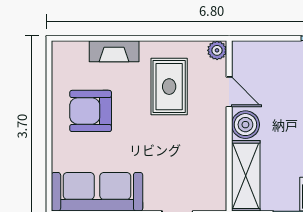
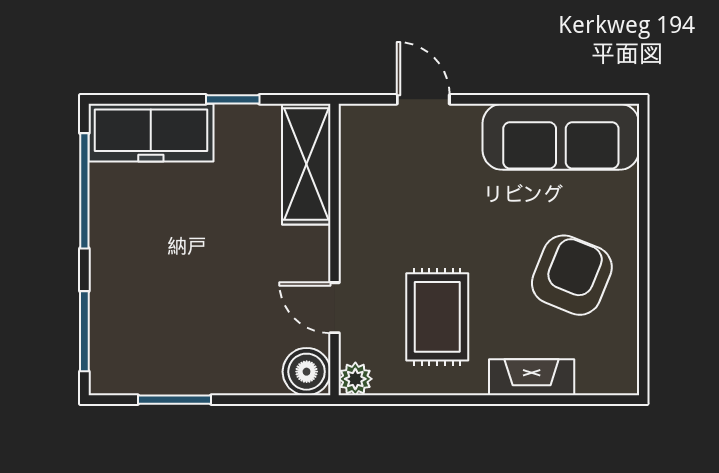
armchair: (91, 111) -> (572, 275), turned -68
boiler: (245, 125) -> (307, 372), moved

